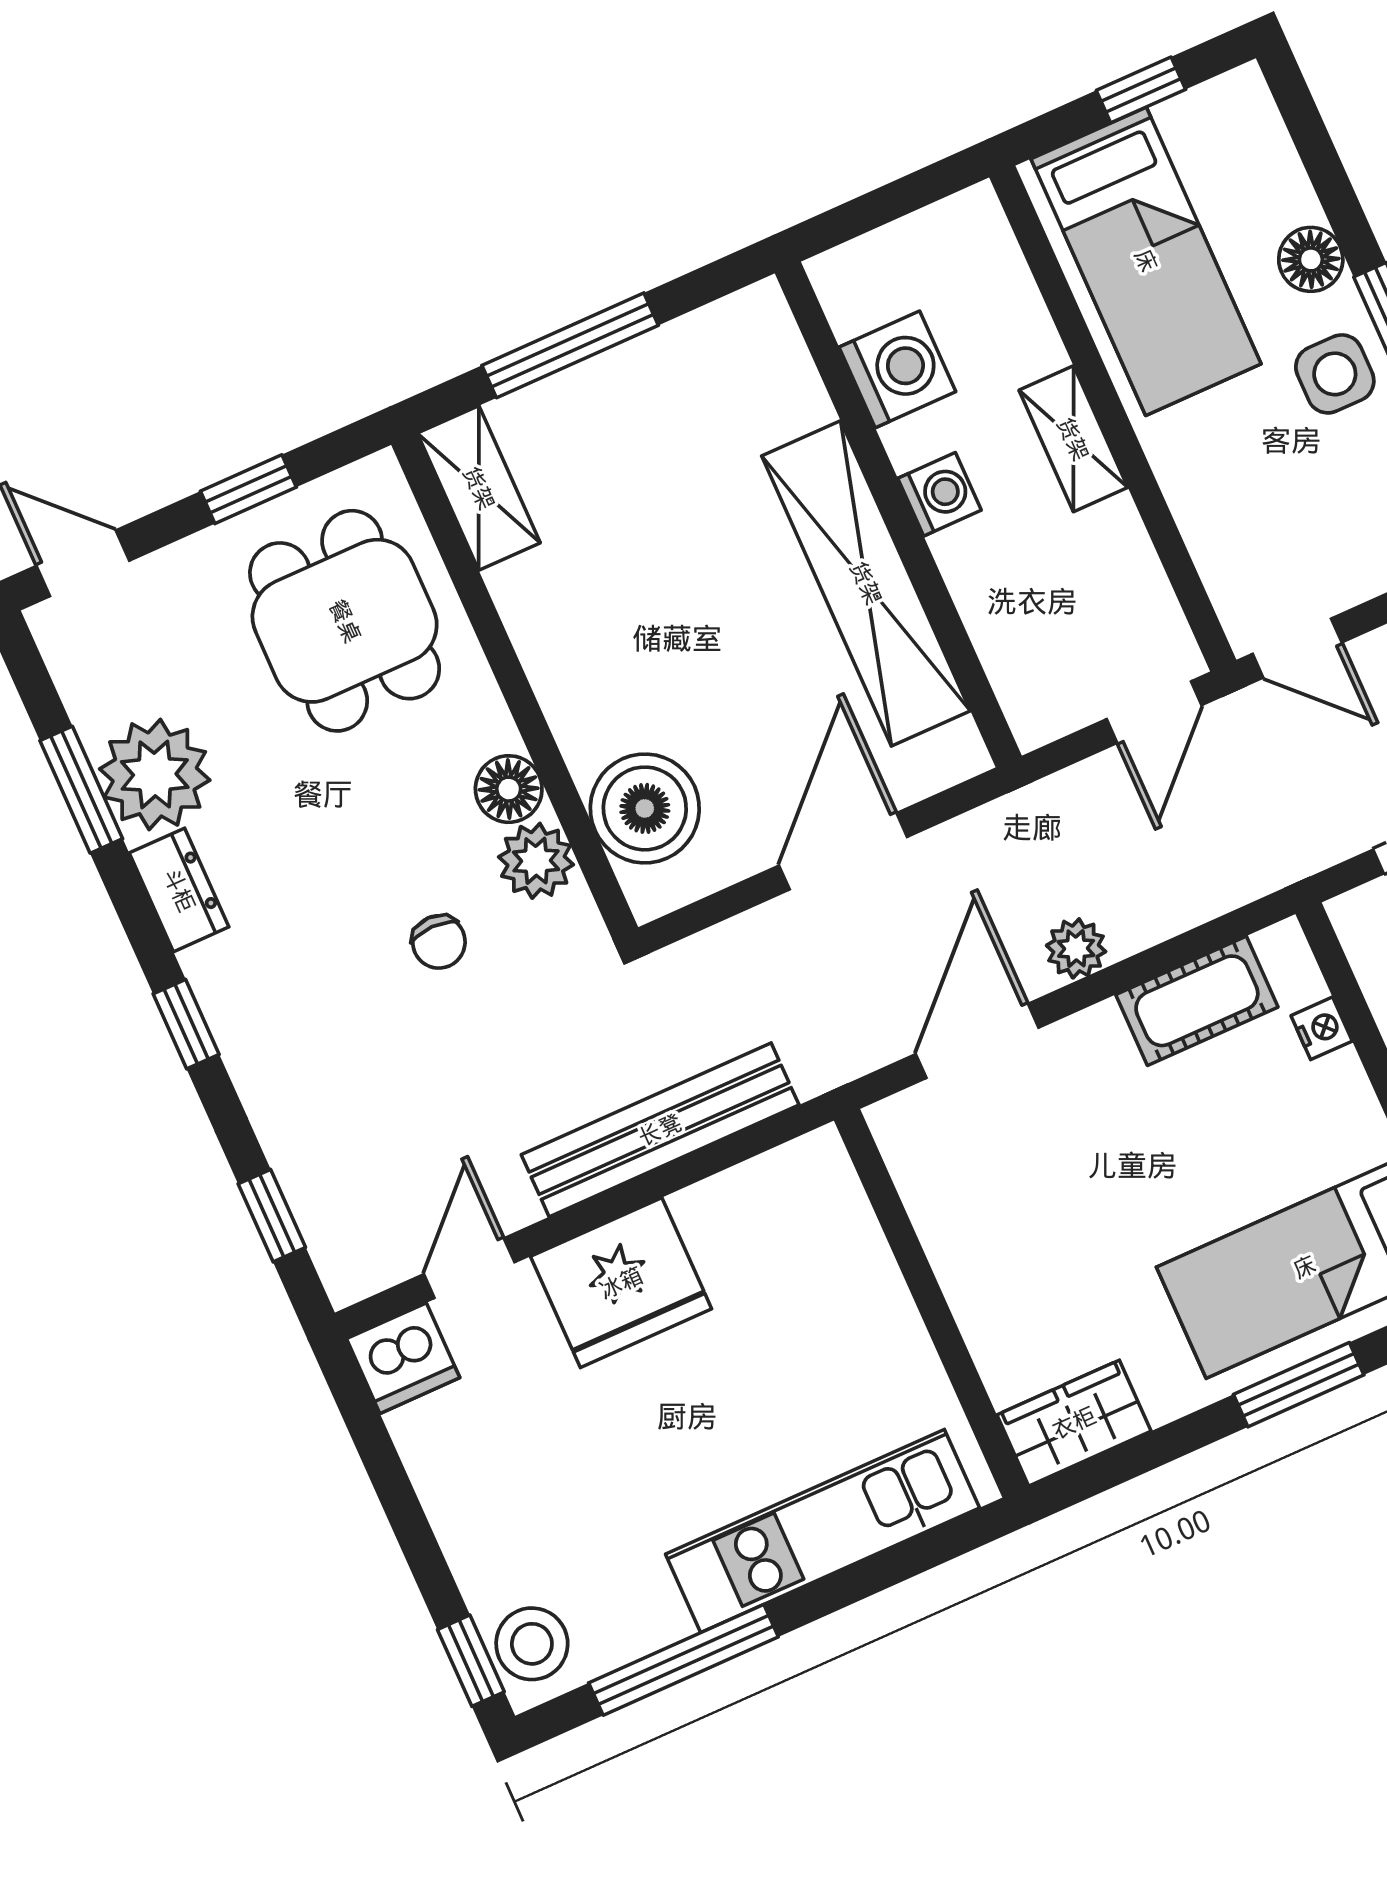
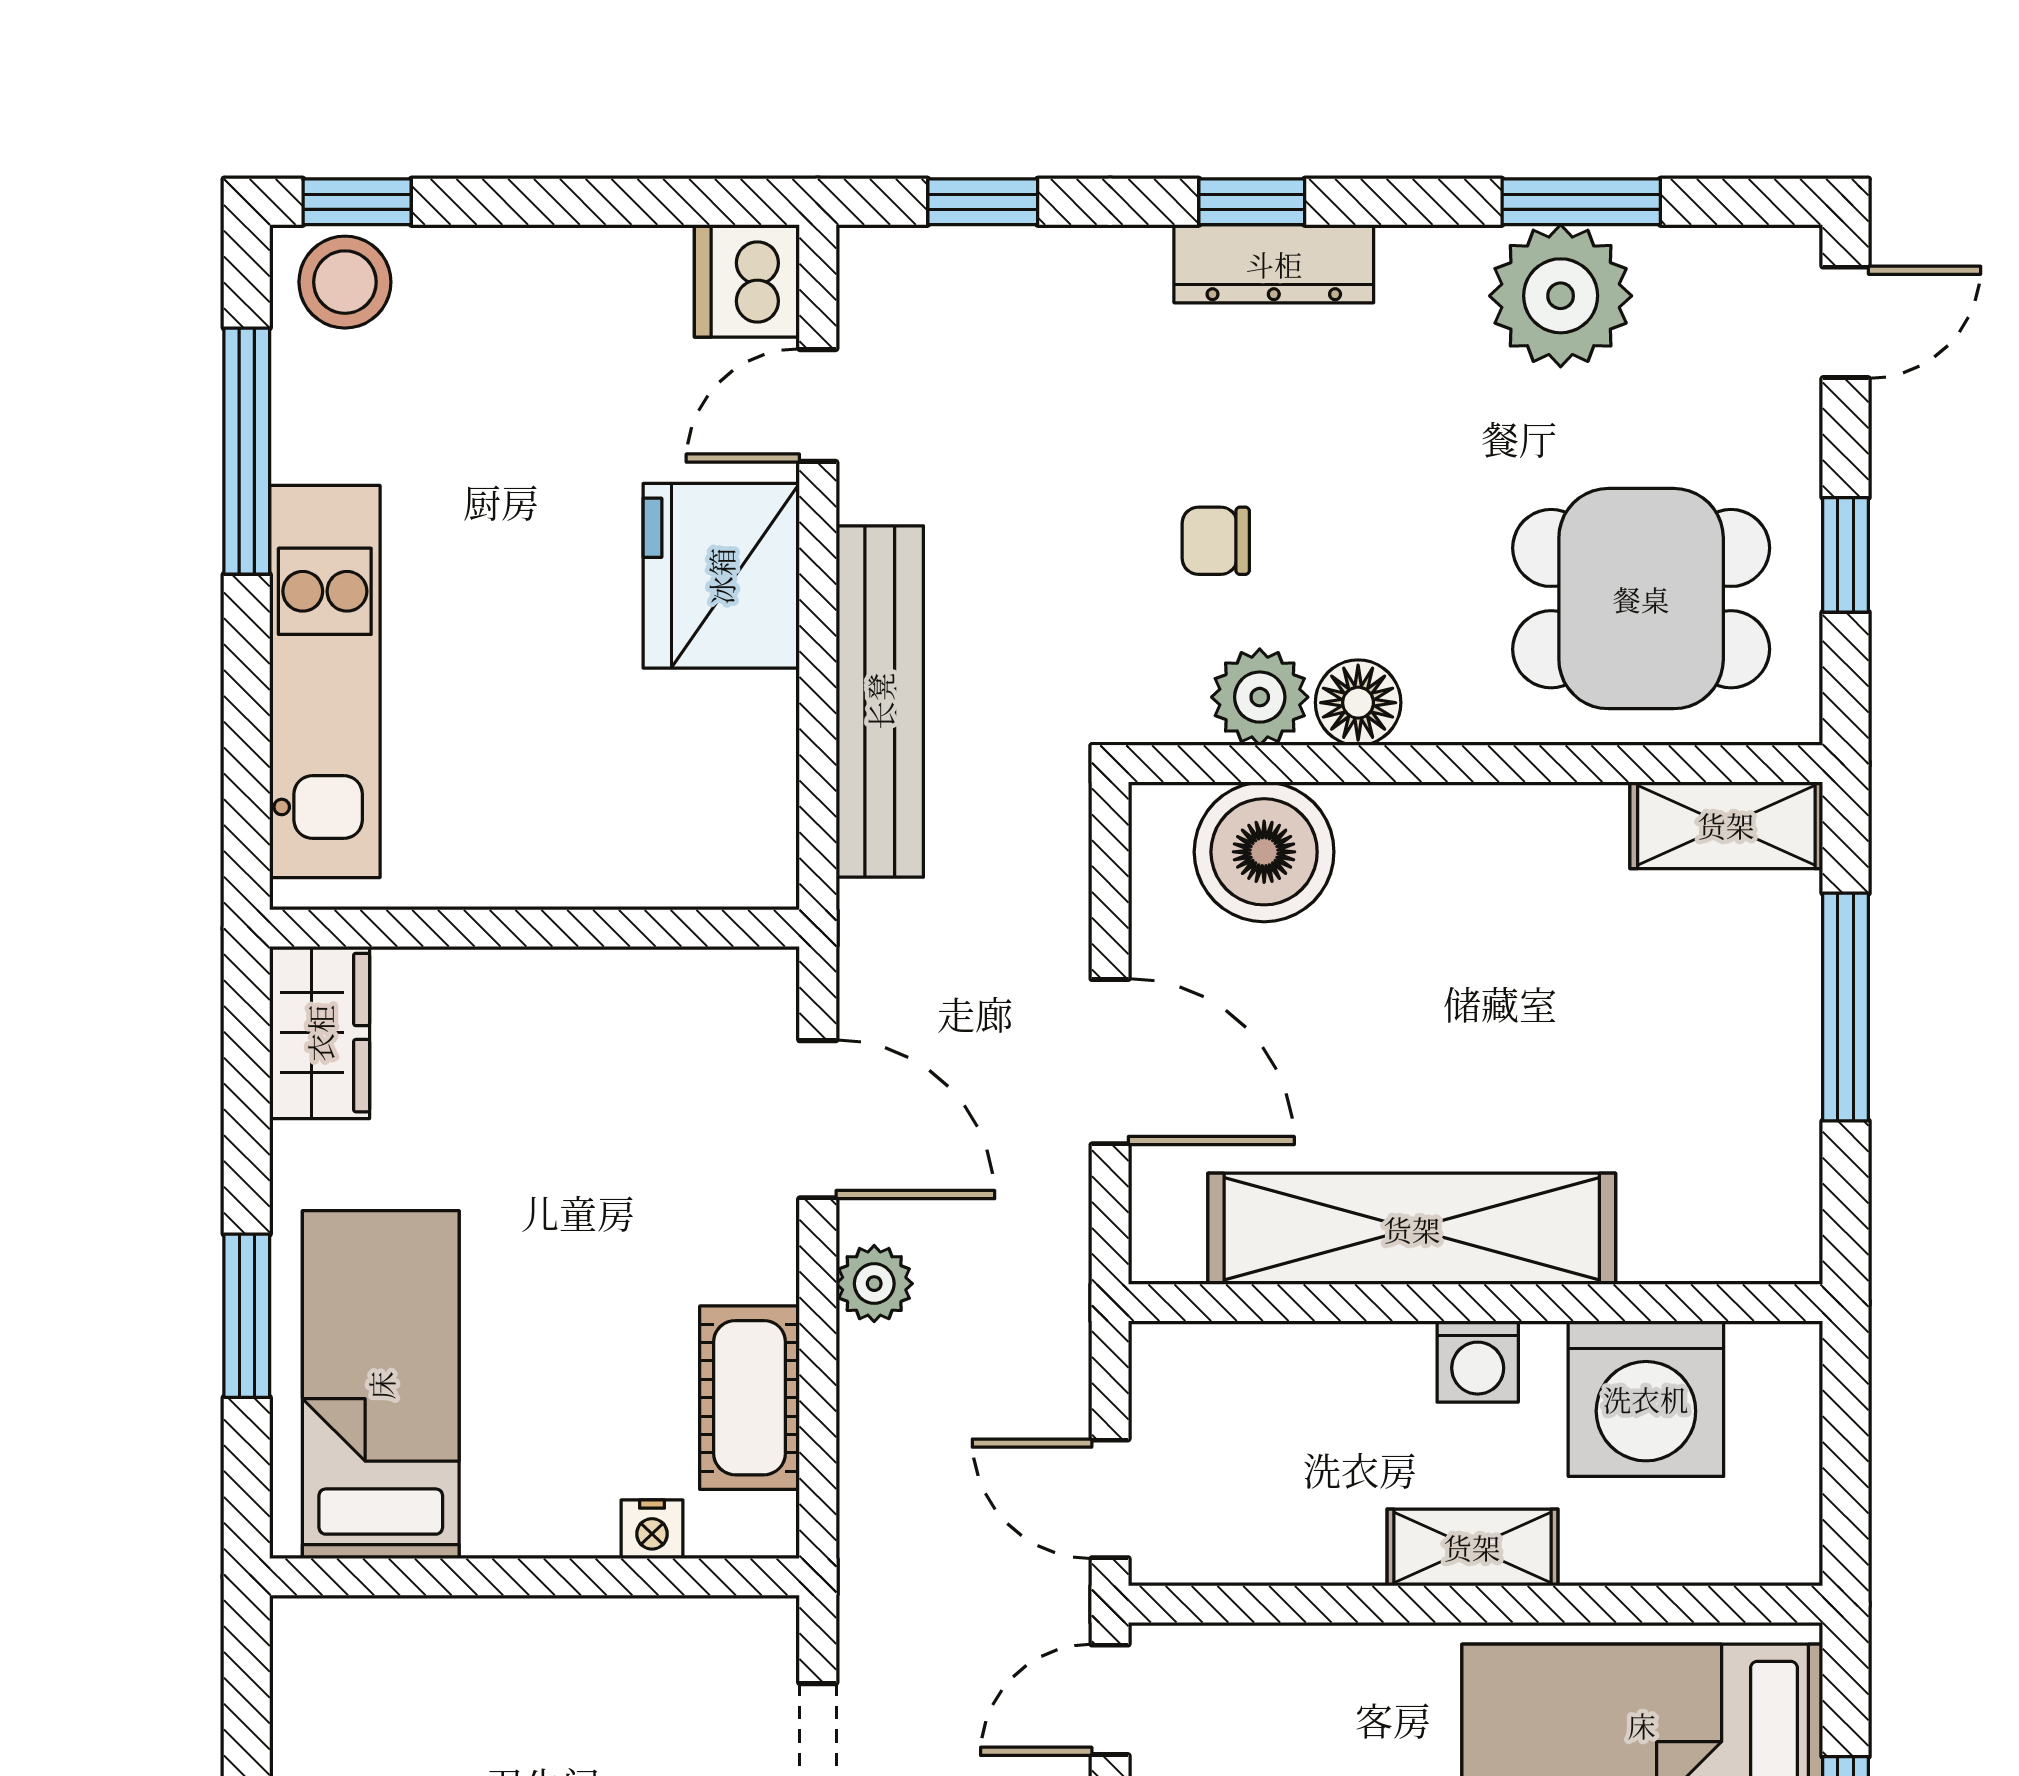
washing machine: (897, 369) -> (1646, 1399), width x1.37, depth x1.37
dresser: (179, 890) -> (1274, 264), moved, width x1.44
door: (469, 1268) -> (818, 405), swing flipped

